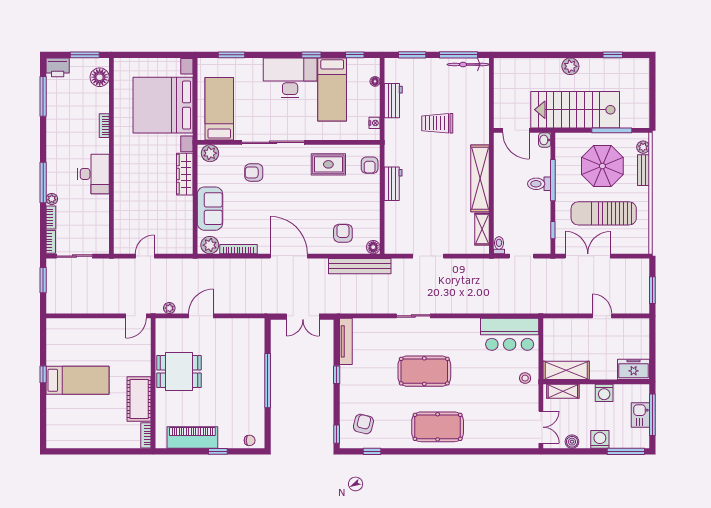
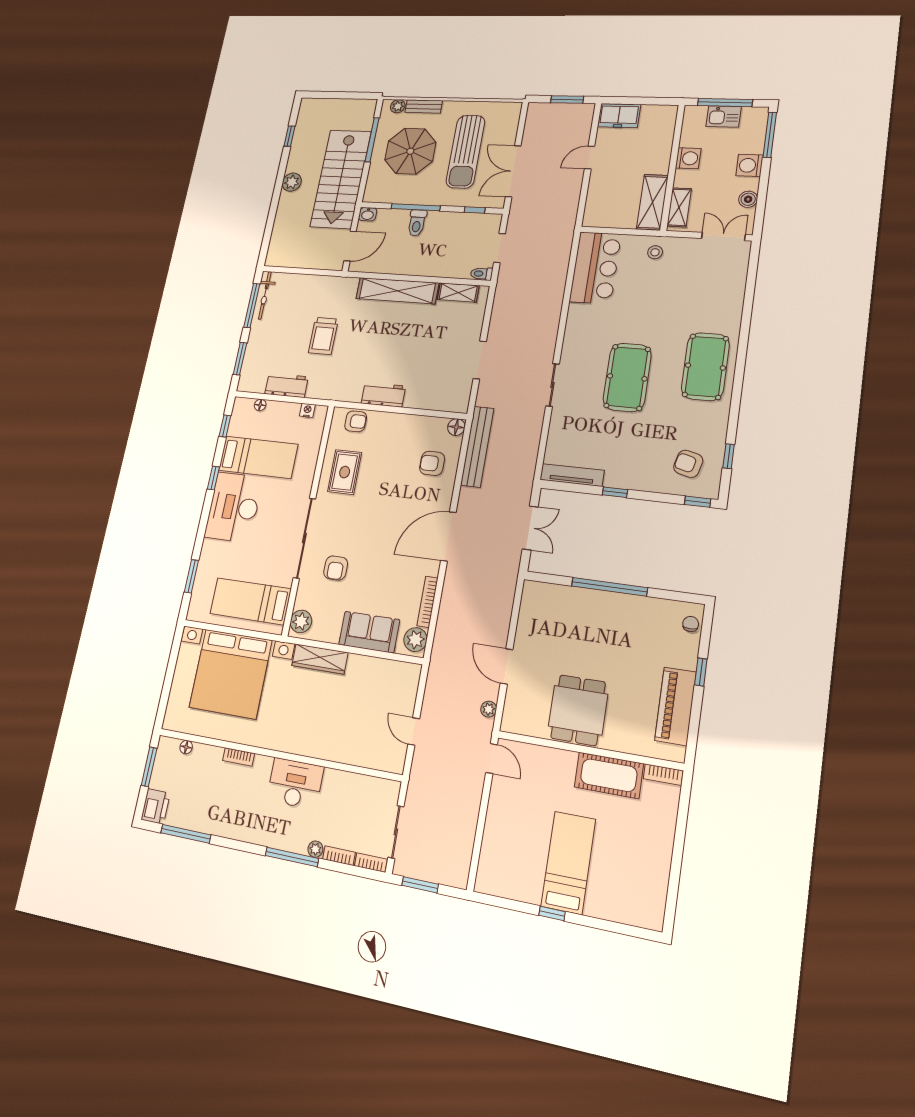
floor lamp: (100, 77) -> (186, 747), width x0.53, depth x0.53
freezer: (634, 369) -> (619, 116), moved, turned -90

